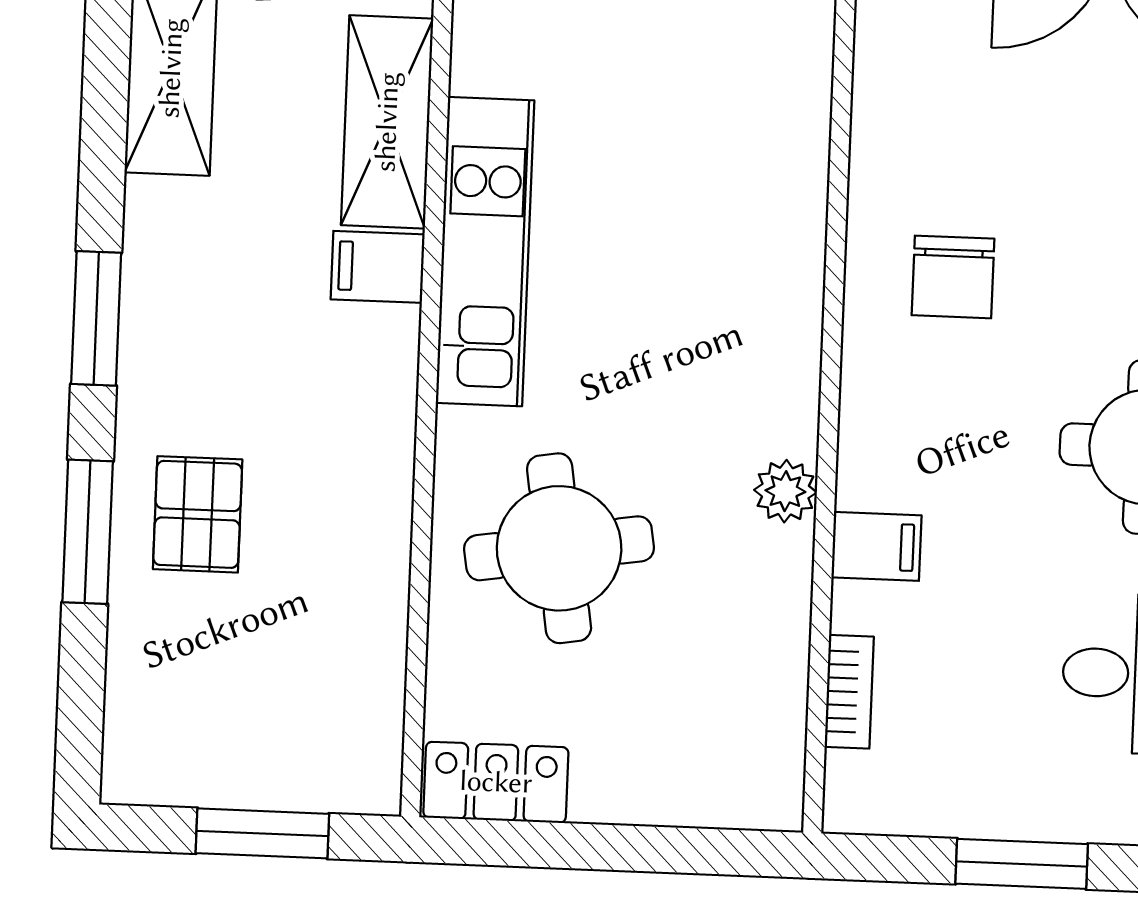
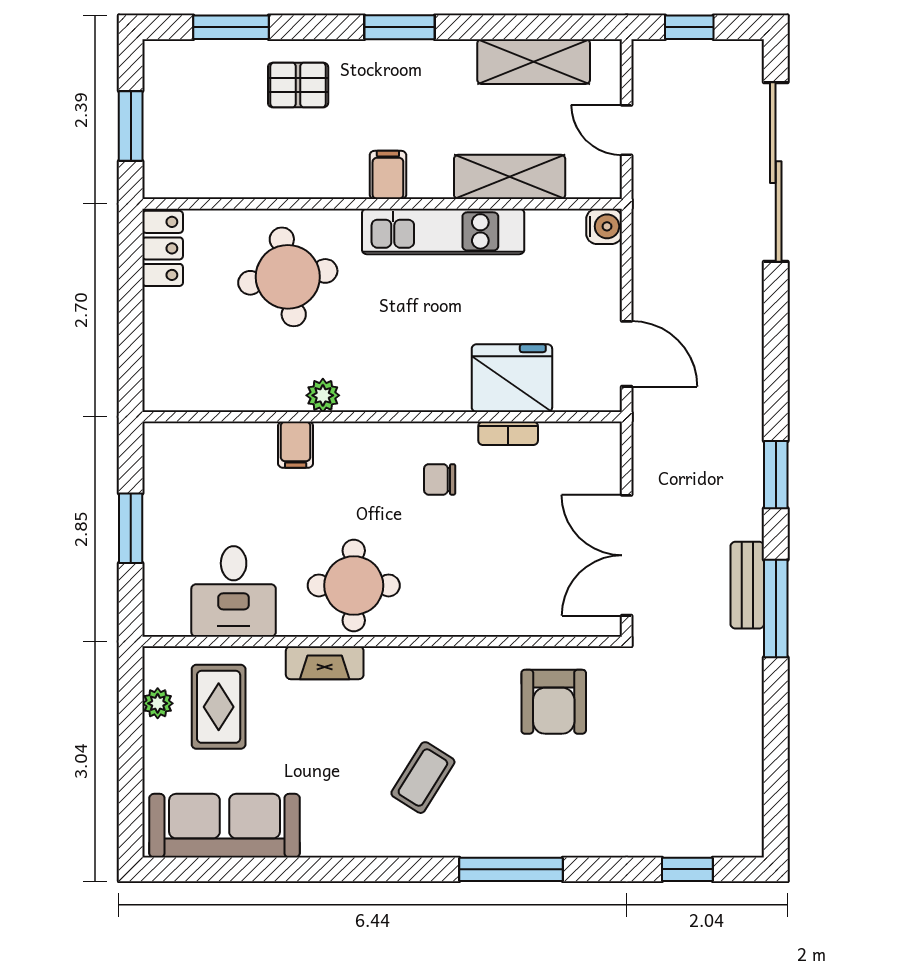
fridge: (767, 133) -> (512, 378), added
filing cabinet: (378, 267) -> (388, 175), moved
chair: (953, 277) -> (440, 479), width x0.73, depth x0.73
window: (88, 532) -> (231, 27), moved
bookcase: (849, 692) -> (508, 433), moved

